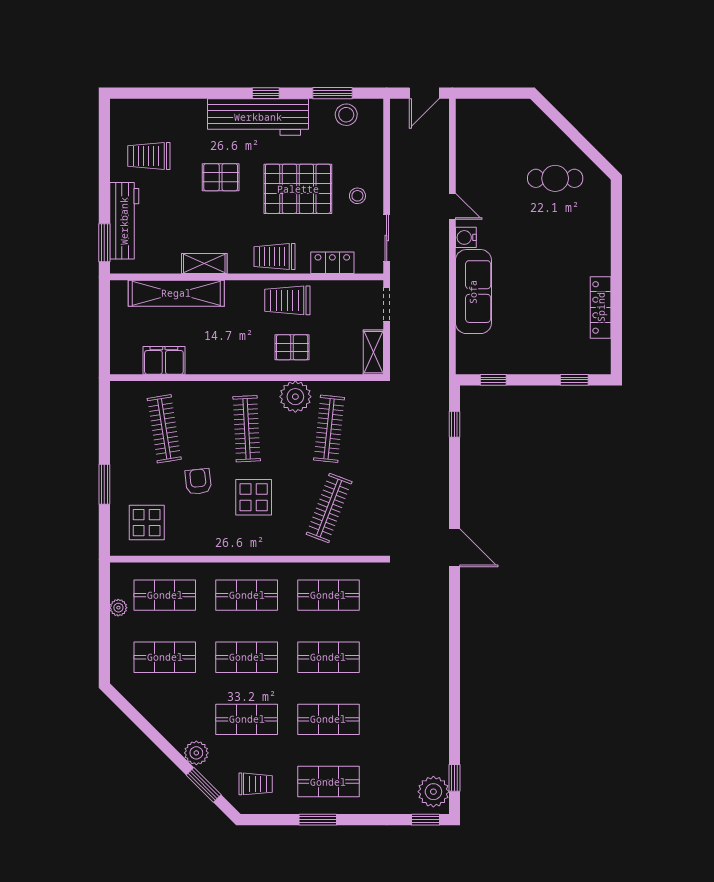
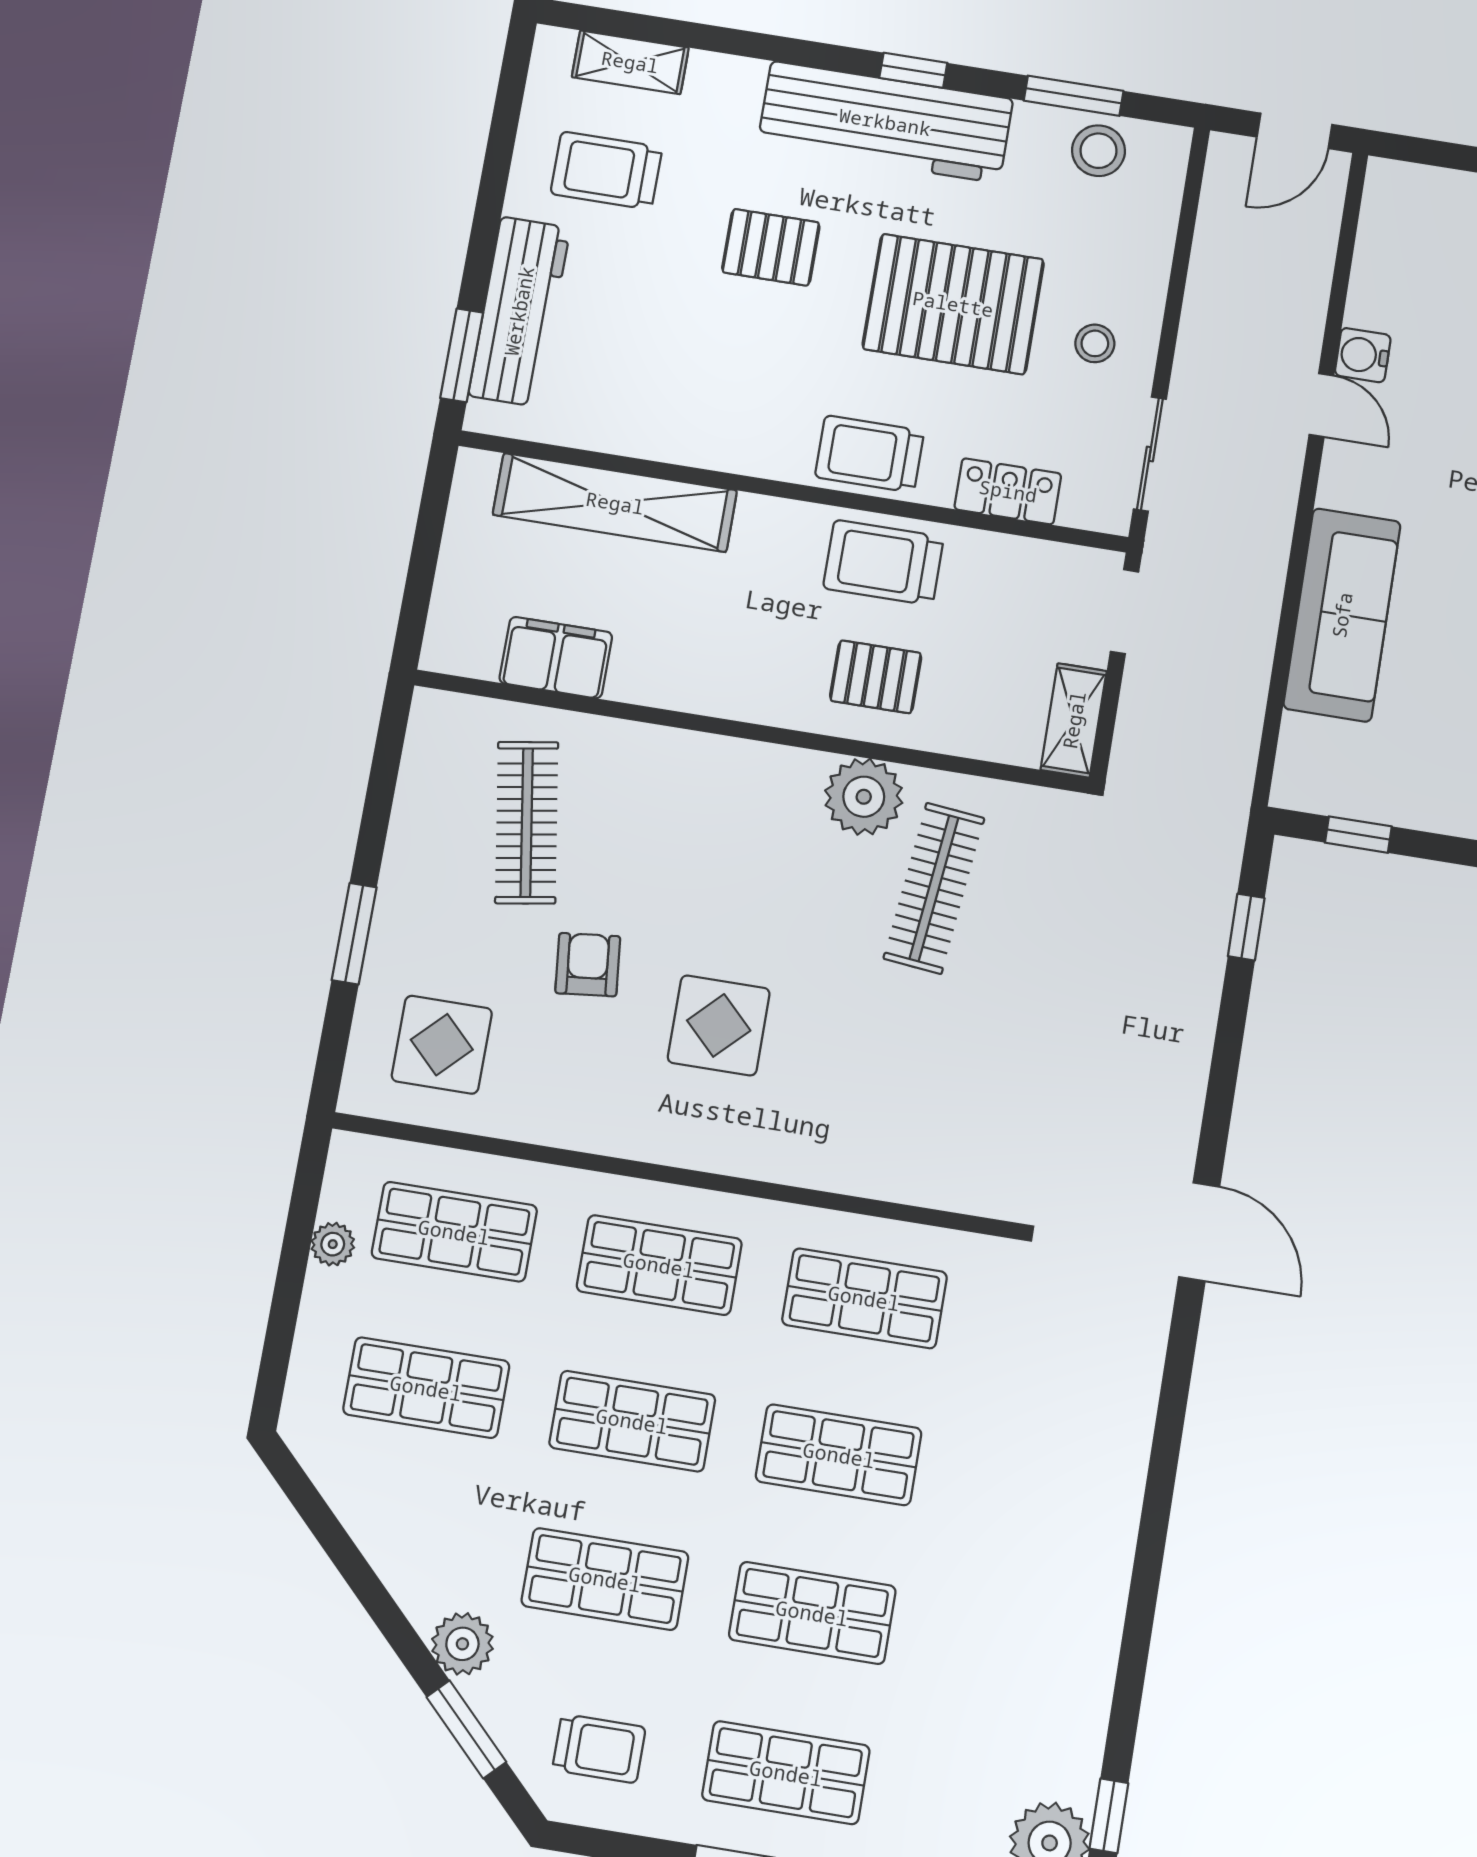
water cooler: (466, 237) -> (1363, 355), moved
shelving: (204, 263) -> (630, 62), moved
clothes rail: (247, 429) -> (730, 855), removed
clothes rail: (329, 508) -> (902, 1082), removed

